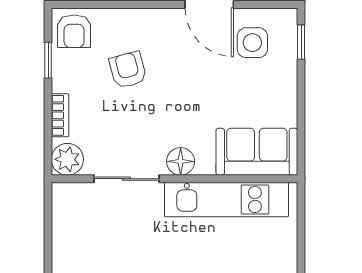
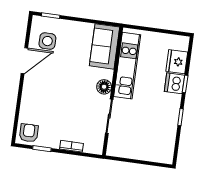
armchair: (74, 31) -> (29, 133), turned -90
armchair: (128, 70) -> (53, 108), removed
plant: (67, 159) -> (95, 146), removed

